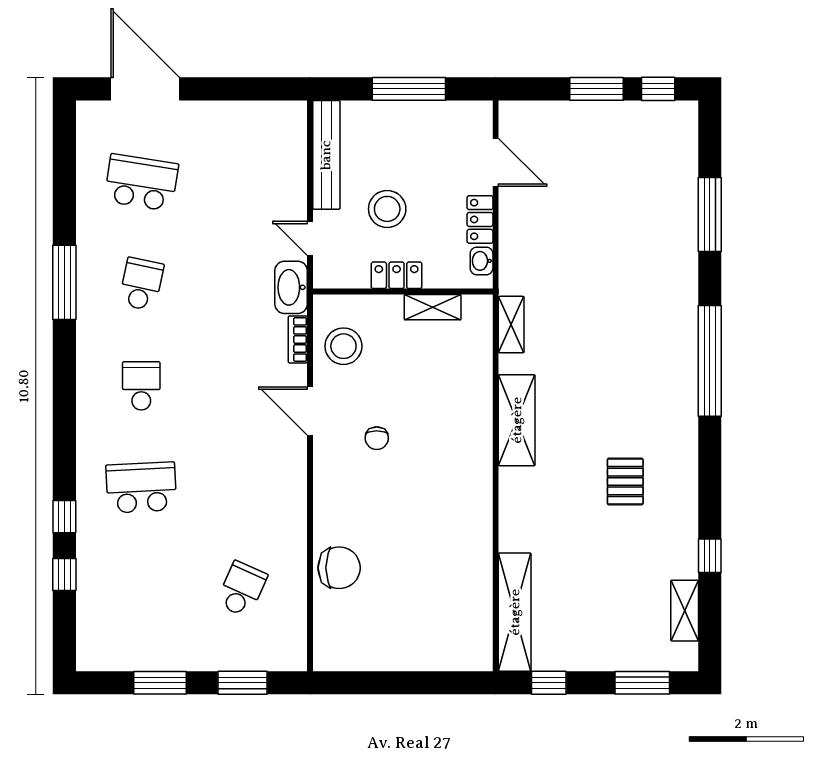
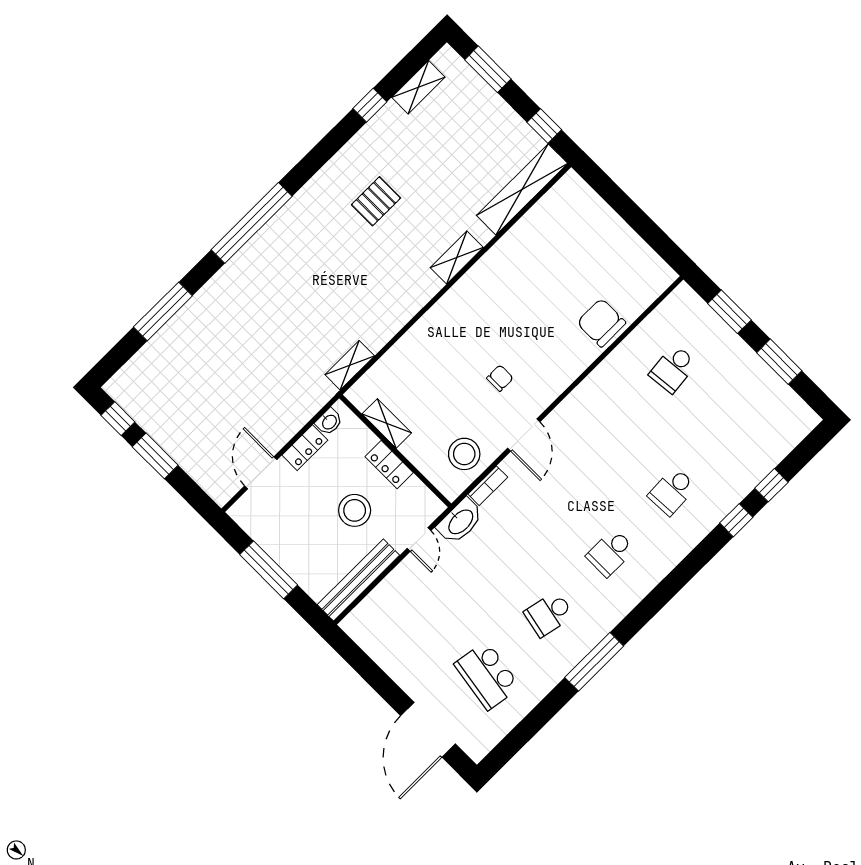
shelving: (517, 420) -> (457, 257), moved, width x0.67, depth x0.75
school desk: (141, 487) -> (672, 491), width x0.54
school desk: (242, 589) -> (673, 369), turned -30

